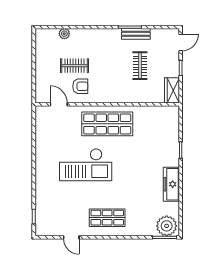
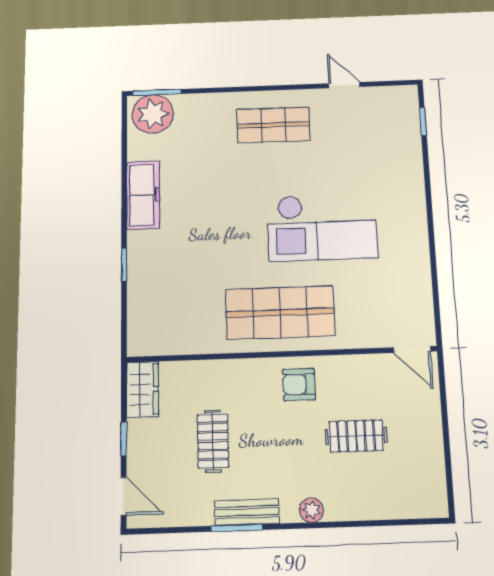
plant: (64, 34) -> (311, 510), moved
bench: (136, 34) -> (247, 512), moved
door: (181, 42) -> (124, 496), swing flipped
armchair: (80, 86) -> (299, 384), moved
door: (59, 104) -> (412, 349), moved
checkout: (86, 165) -> (322, 227), turned 180

